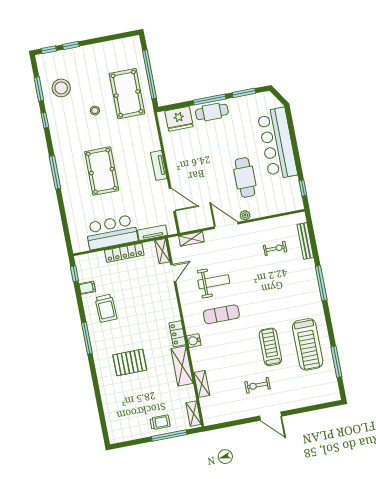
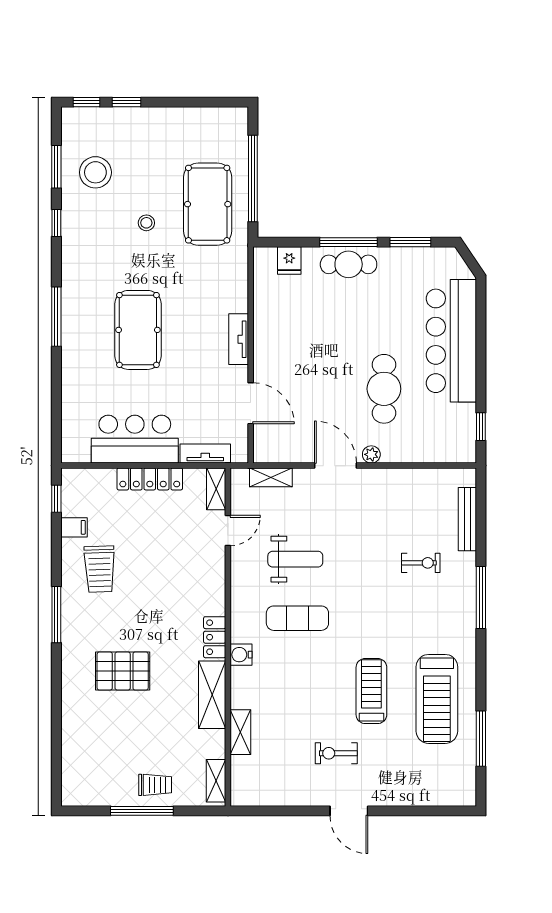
fridge: (179, 119) -> (289, 260), width x0.53, depth x0.75
exercise bike: (275, 248) -> (421, 563), moved
window: (169, 436) -> (142, 811), moved

